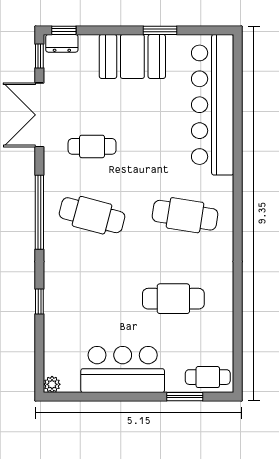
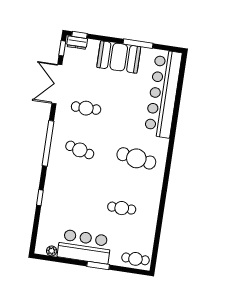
window: (160, 30) -> (138, 44), width x1.44
cafe table: (92, 215) -> (80, 150), width x0.73, depth x0.74
cafe table: (173, 299) -> (122, 208), width x0.73, depth x0.74
plant: (52, 384) -> (52, 251), moved
window: (185, 397) -> (98, 265), moved

